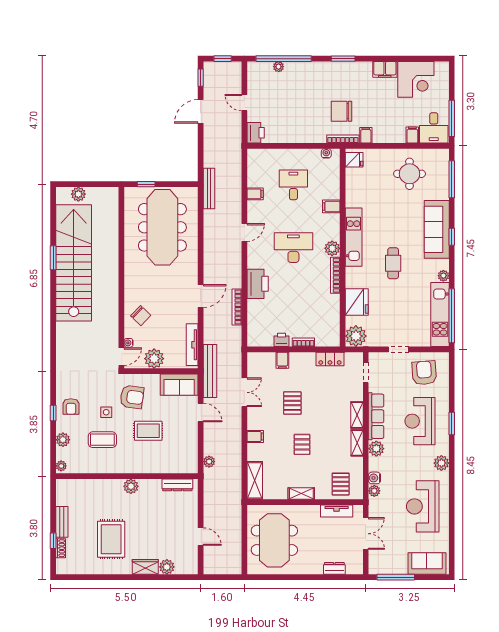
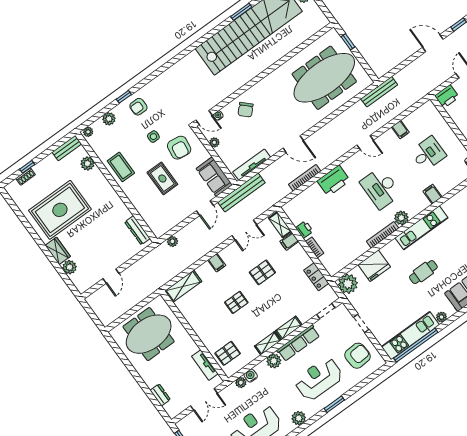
desk: (293, 248) -> (381, 188), turned 180
plant: (154, 359) -> (214, 142), width x0.53, depth x0.53
coffee table: (102, 440) -> (121, 167), moved
plant: (131, 486) -> (87, 164), moved
shelving: (301, 494) -> (280, 225), moved
bench: (62, 522) -> (67, 148), moved
rug: (111, 539) -> (60, 210), width x1.37, depth x1.44

